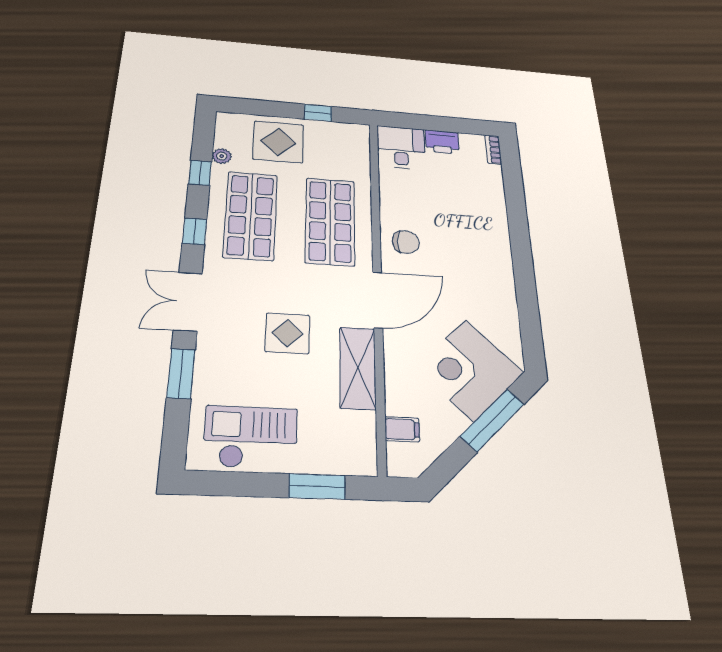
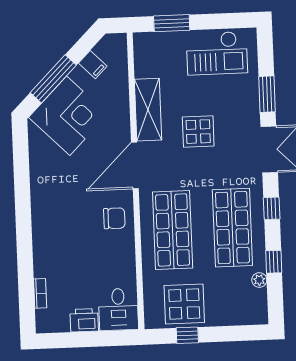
display table: (278, 142) -> (184, 304), moved
bookcase: (493, 150) -> (40, 293), moved
chair: (406, 242) -> (114, 218), turned 180
filing cabinet: (402, 429) -> (93, 65), moved, turned -135

